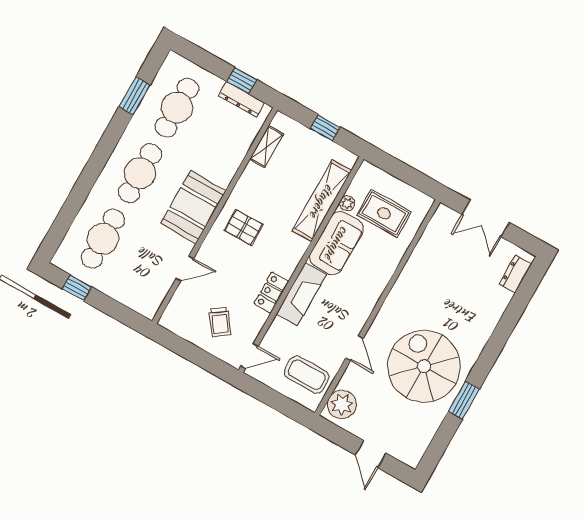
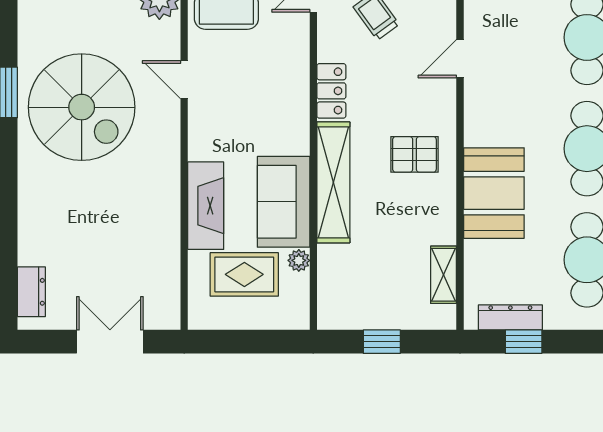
shelving: (322, 201) -> (333, 182), moved
booth: (193, 207) -> (494, 193), moved
fireplace: (301, 294) -> (206, 206), moved, turned 180

